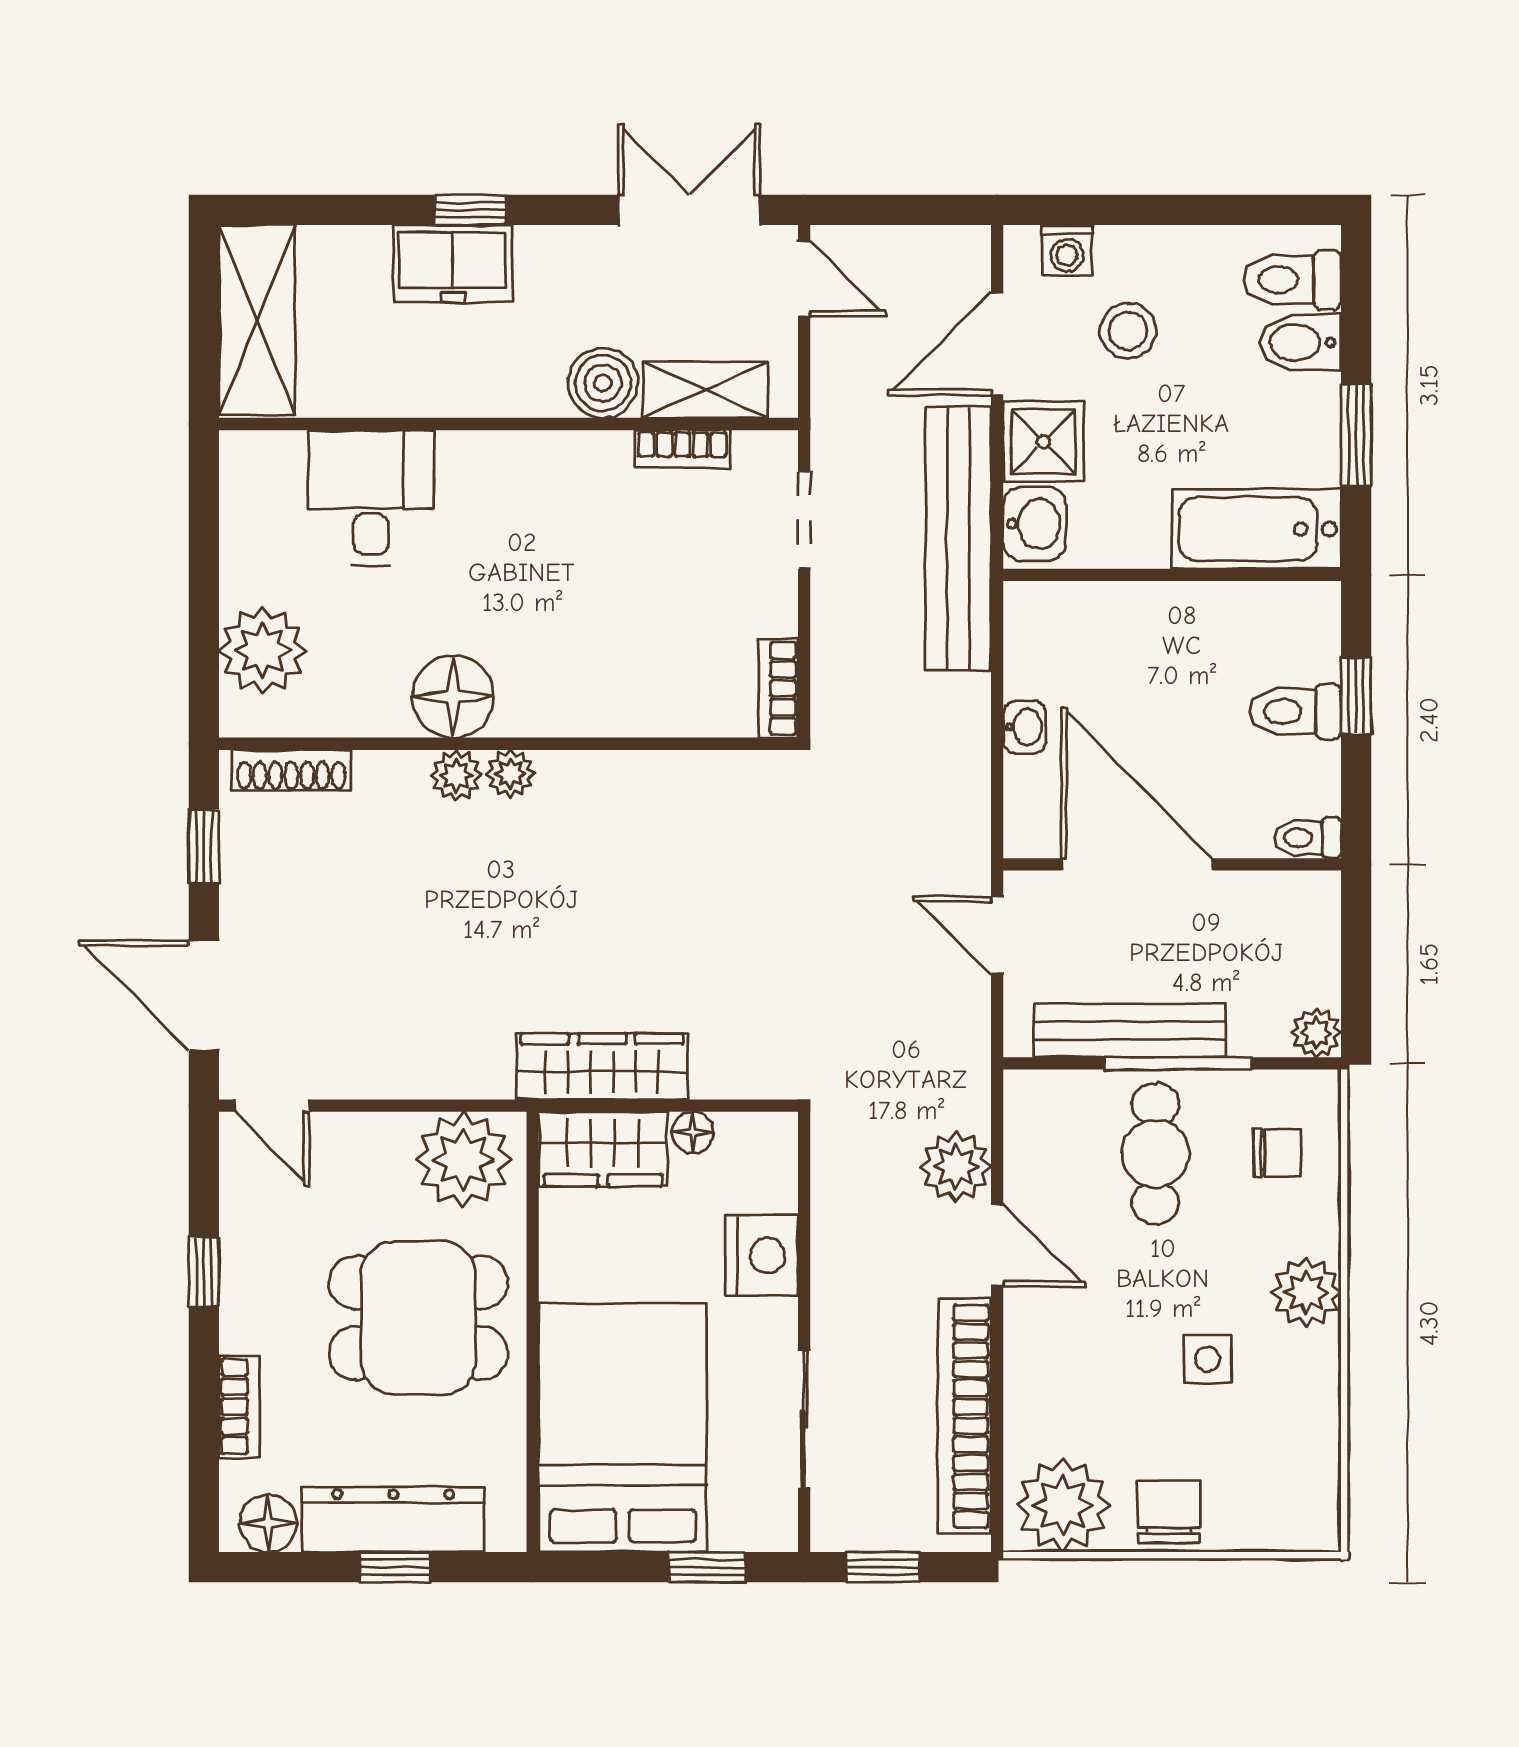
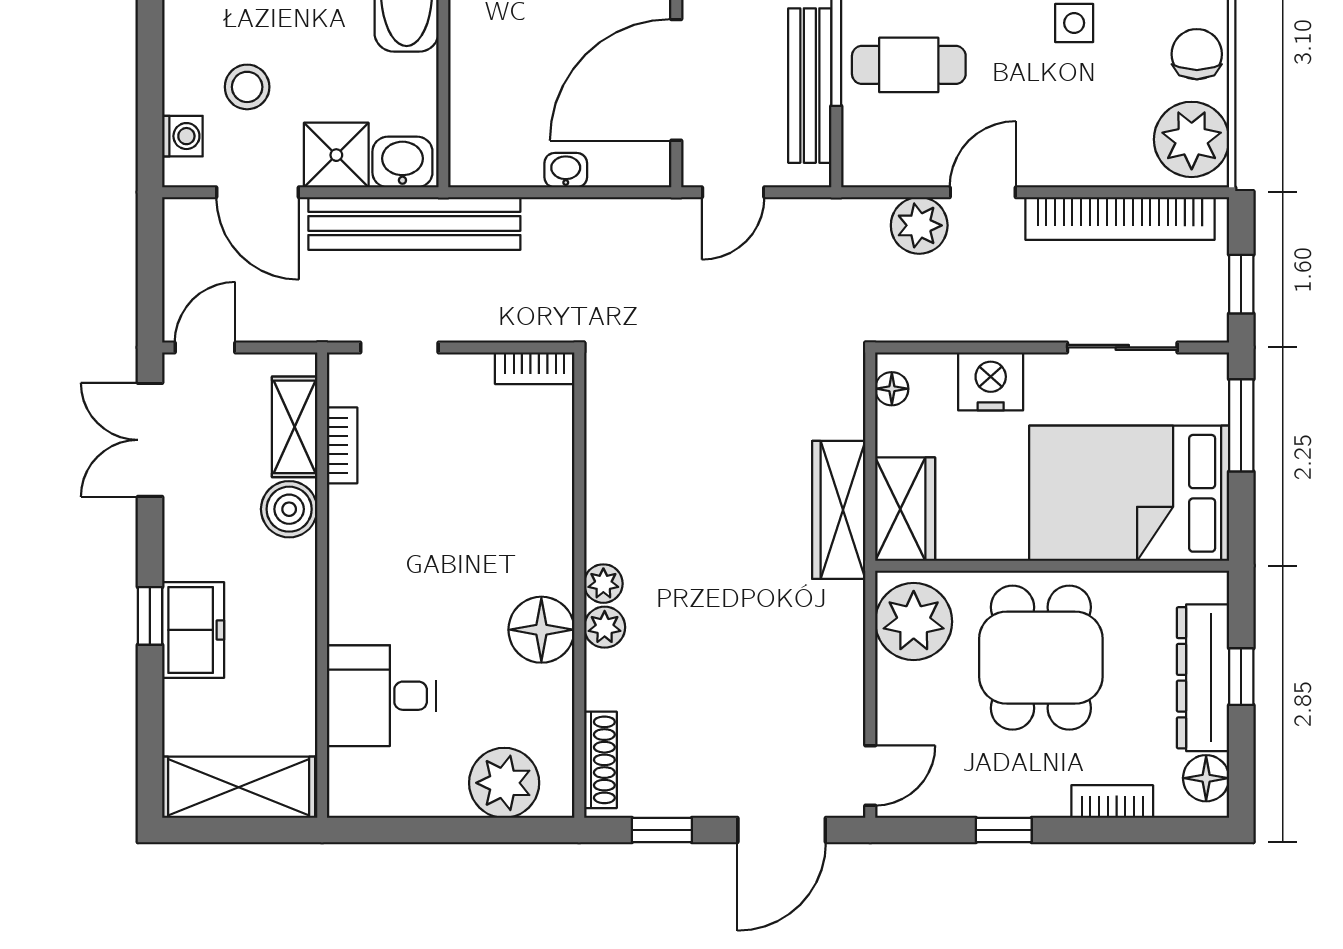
floor lamp: (693, 1132) -> (892, 389), moved
chair: (1169, 1512) -> (1197, 54), turned 90
window: (707, 1567) -> (1241, 425), width x1.50

